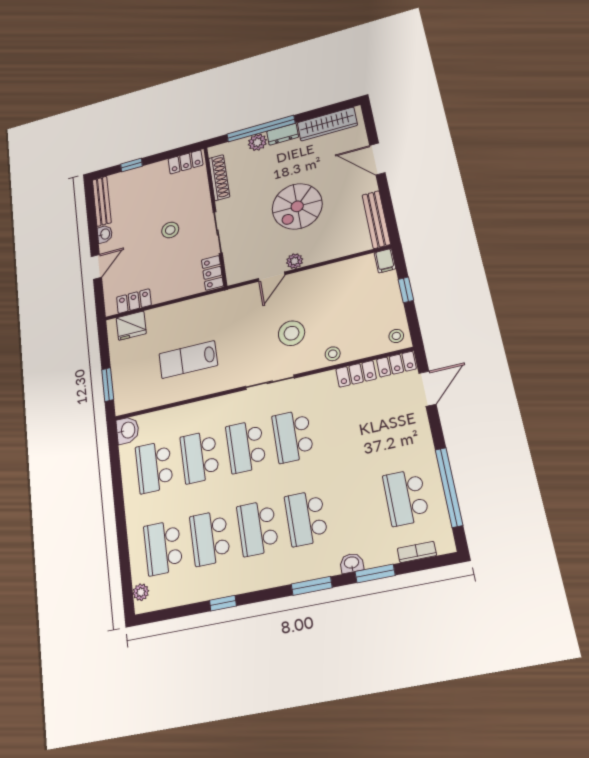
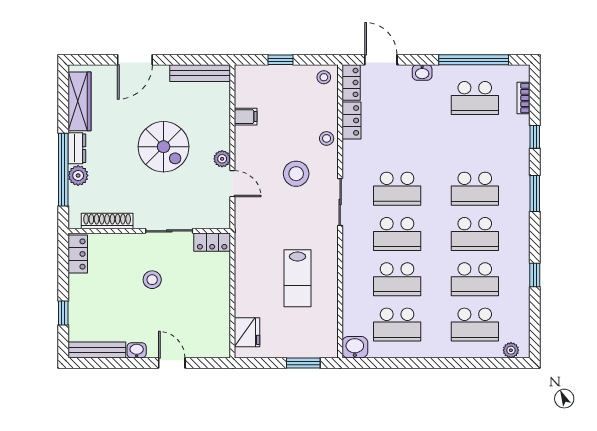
filing cabinet: (385, 261) -> (246, 117), moved
locker: (134, 301) -> (221, 327), removed
washbasin: (352, 563) -> (422, 72), moved, turned -90
window: (375, 574) -> (535, 137), width x0.67

